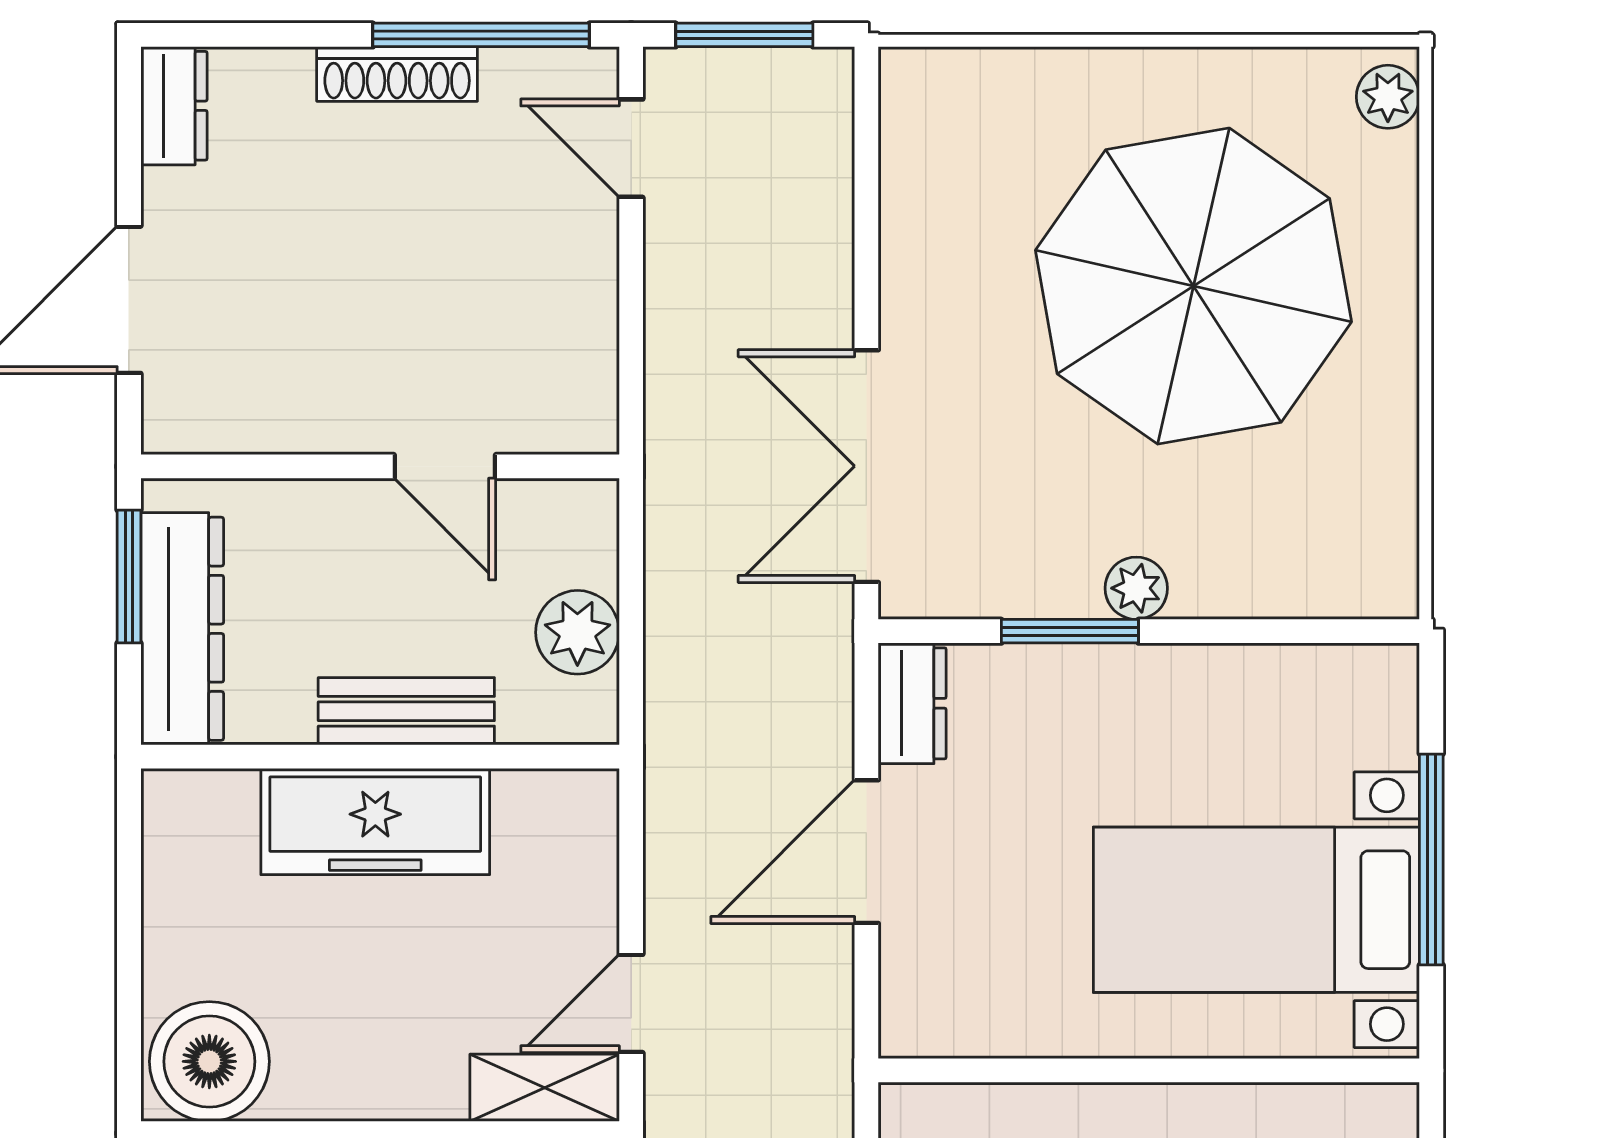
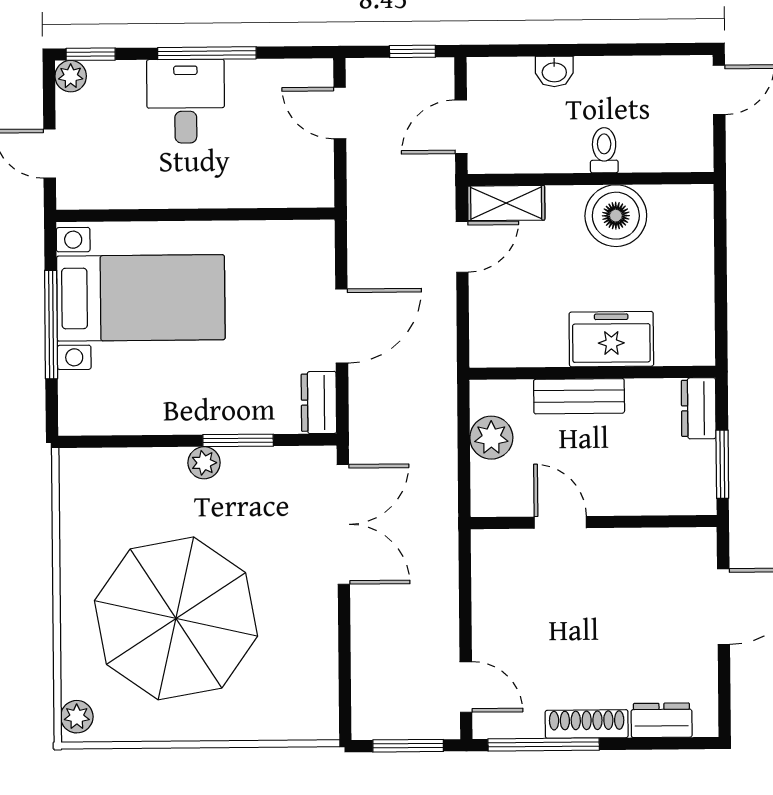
dresser: (174, 106) -> (662, 720), moved, turned 90
dresser: (182, 629) -> (699, 408), width x0.51, depth x0.80
freezer: (375, 822) -> (611, 339), width x0.71
boiler: (209, 1061) -> (616, 216), moved

